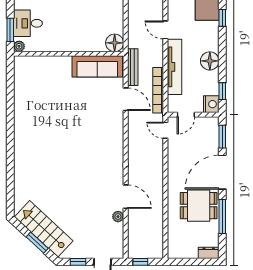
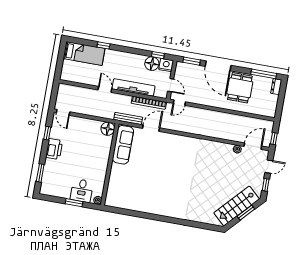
window: (10, 30) -> (74, 203), moved
door: (165, 30) -> (105, 89), swing flipped
floor lamp: (210, 61) -> (152, 64), moved
door: (126, 197) -> (253, 146), moved
window: (222, 217) -> (264, 74), moved

